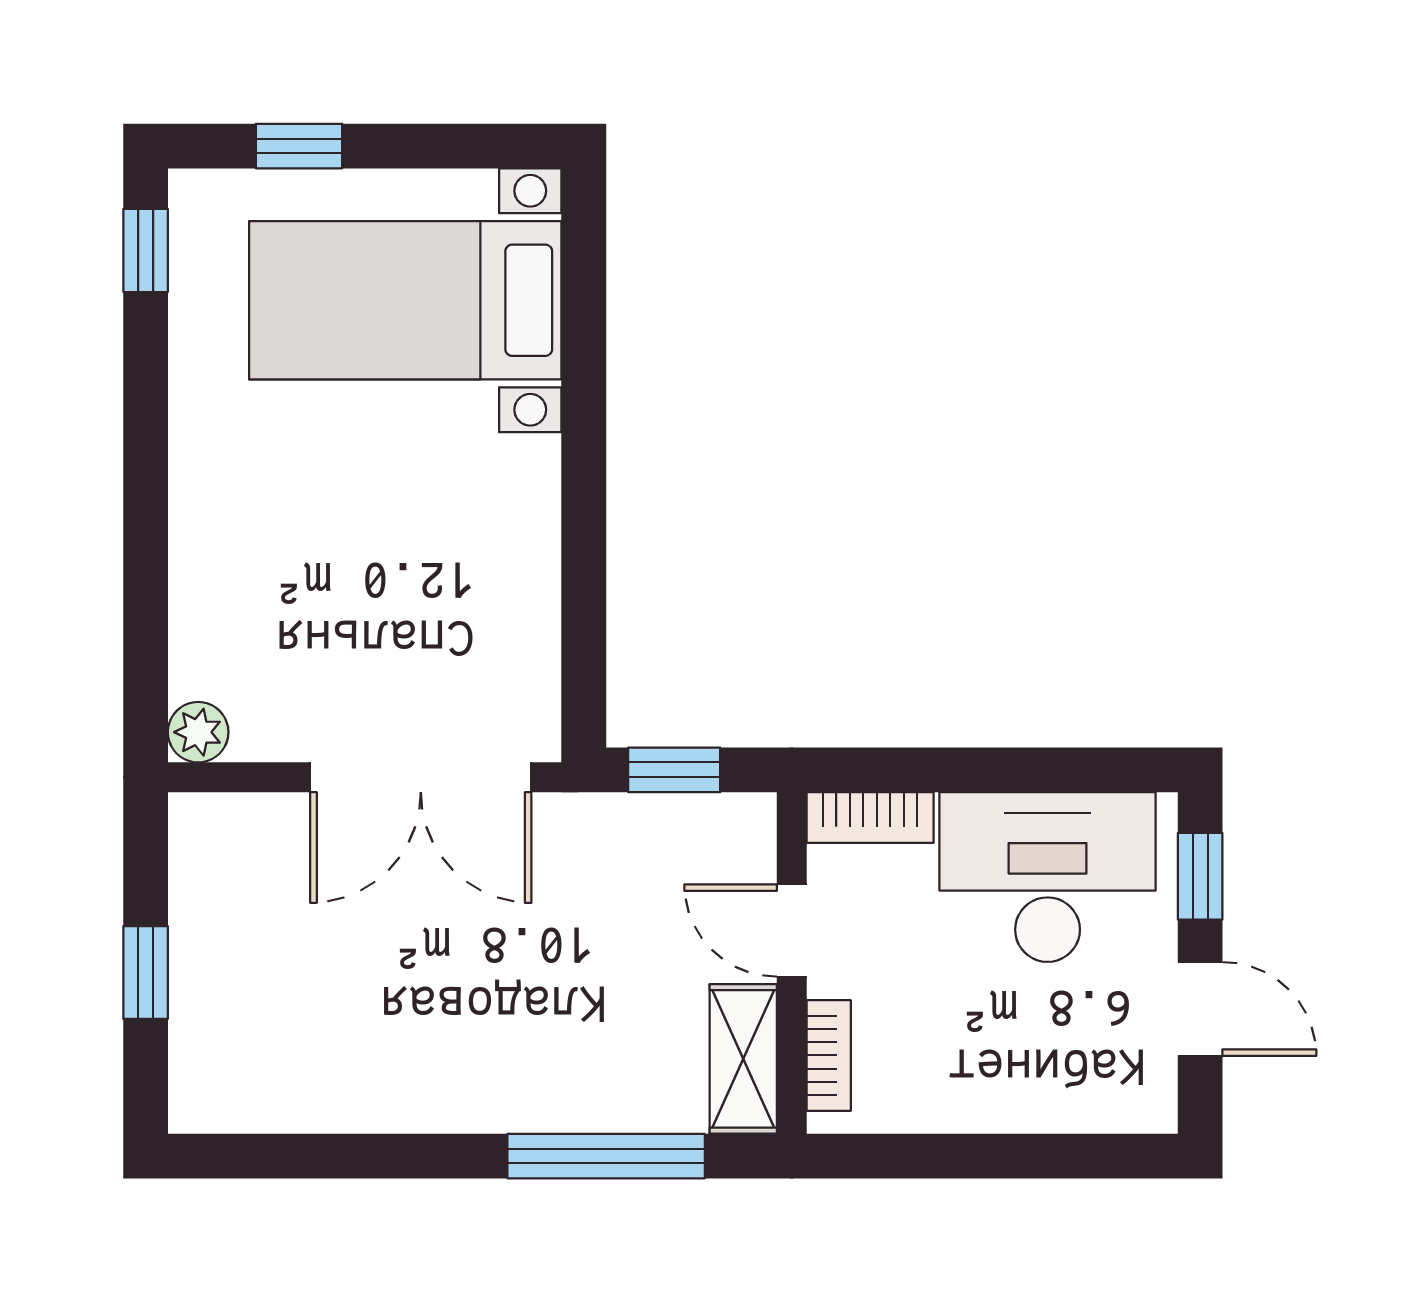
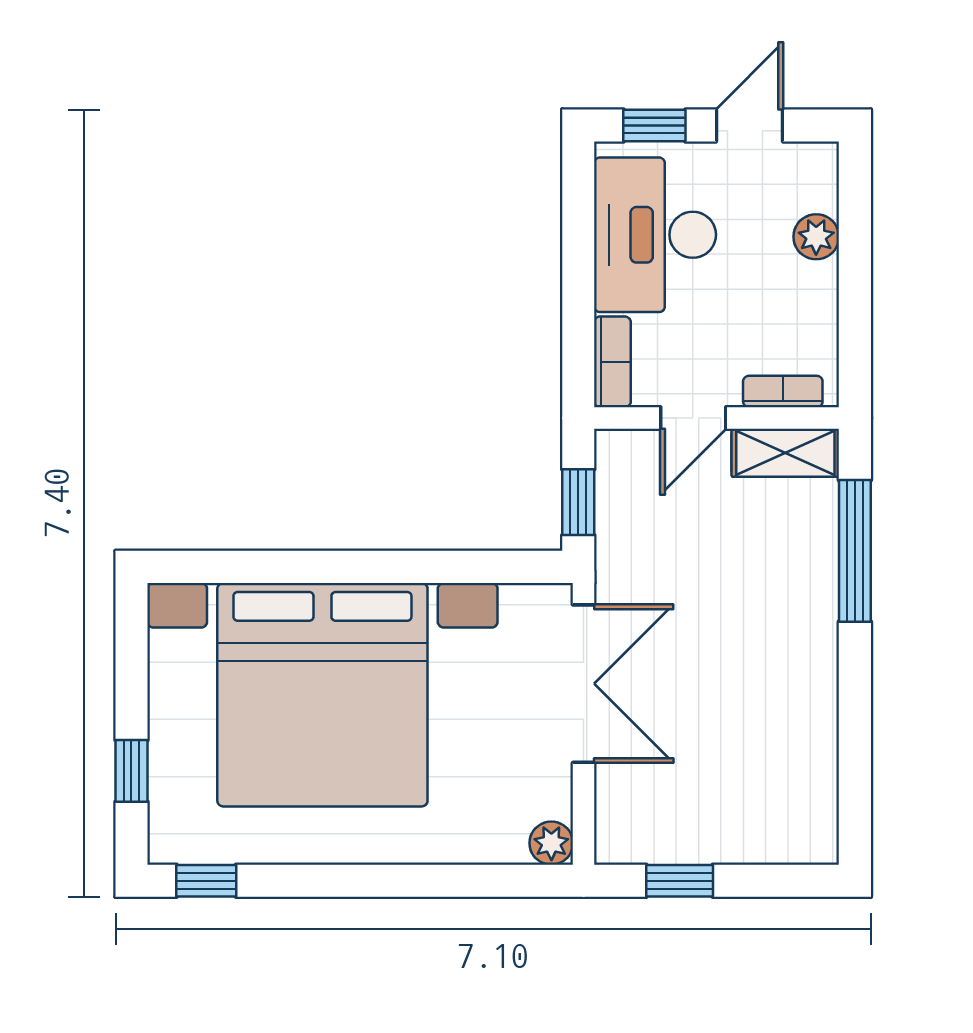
bed with nightstands: (405, 300) -> (322, 695), width x1.85
window: (146, 972) -> (680, 881), moved
plant: (1045, 1102) -> (816, 237), added

